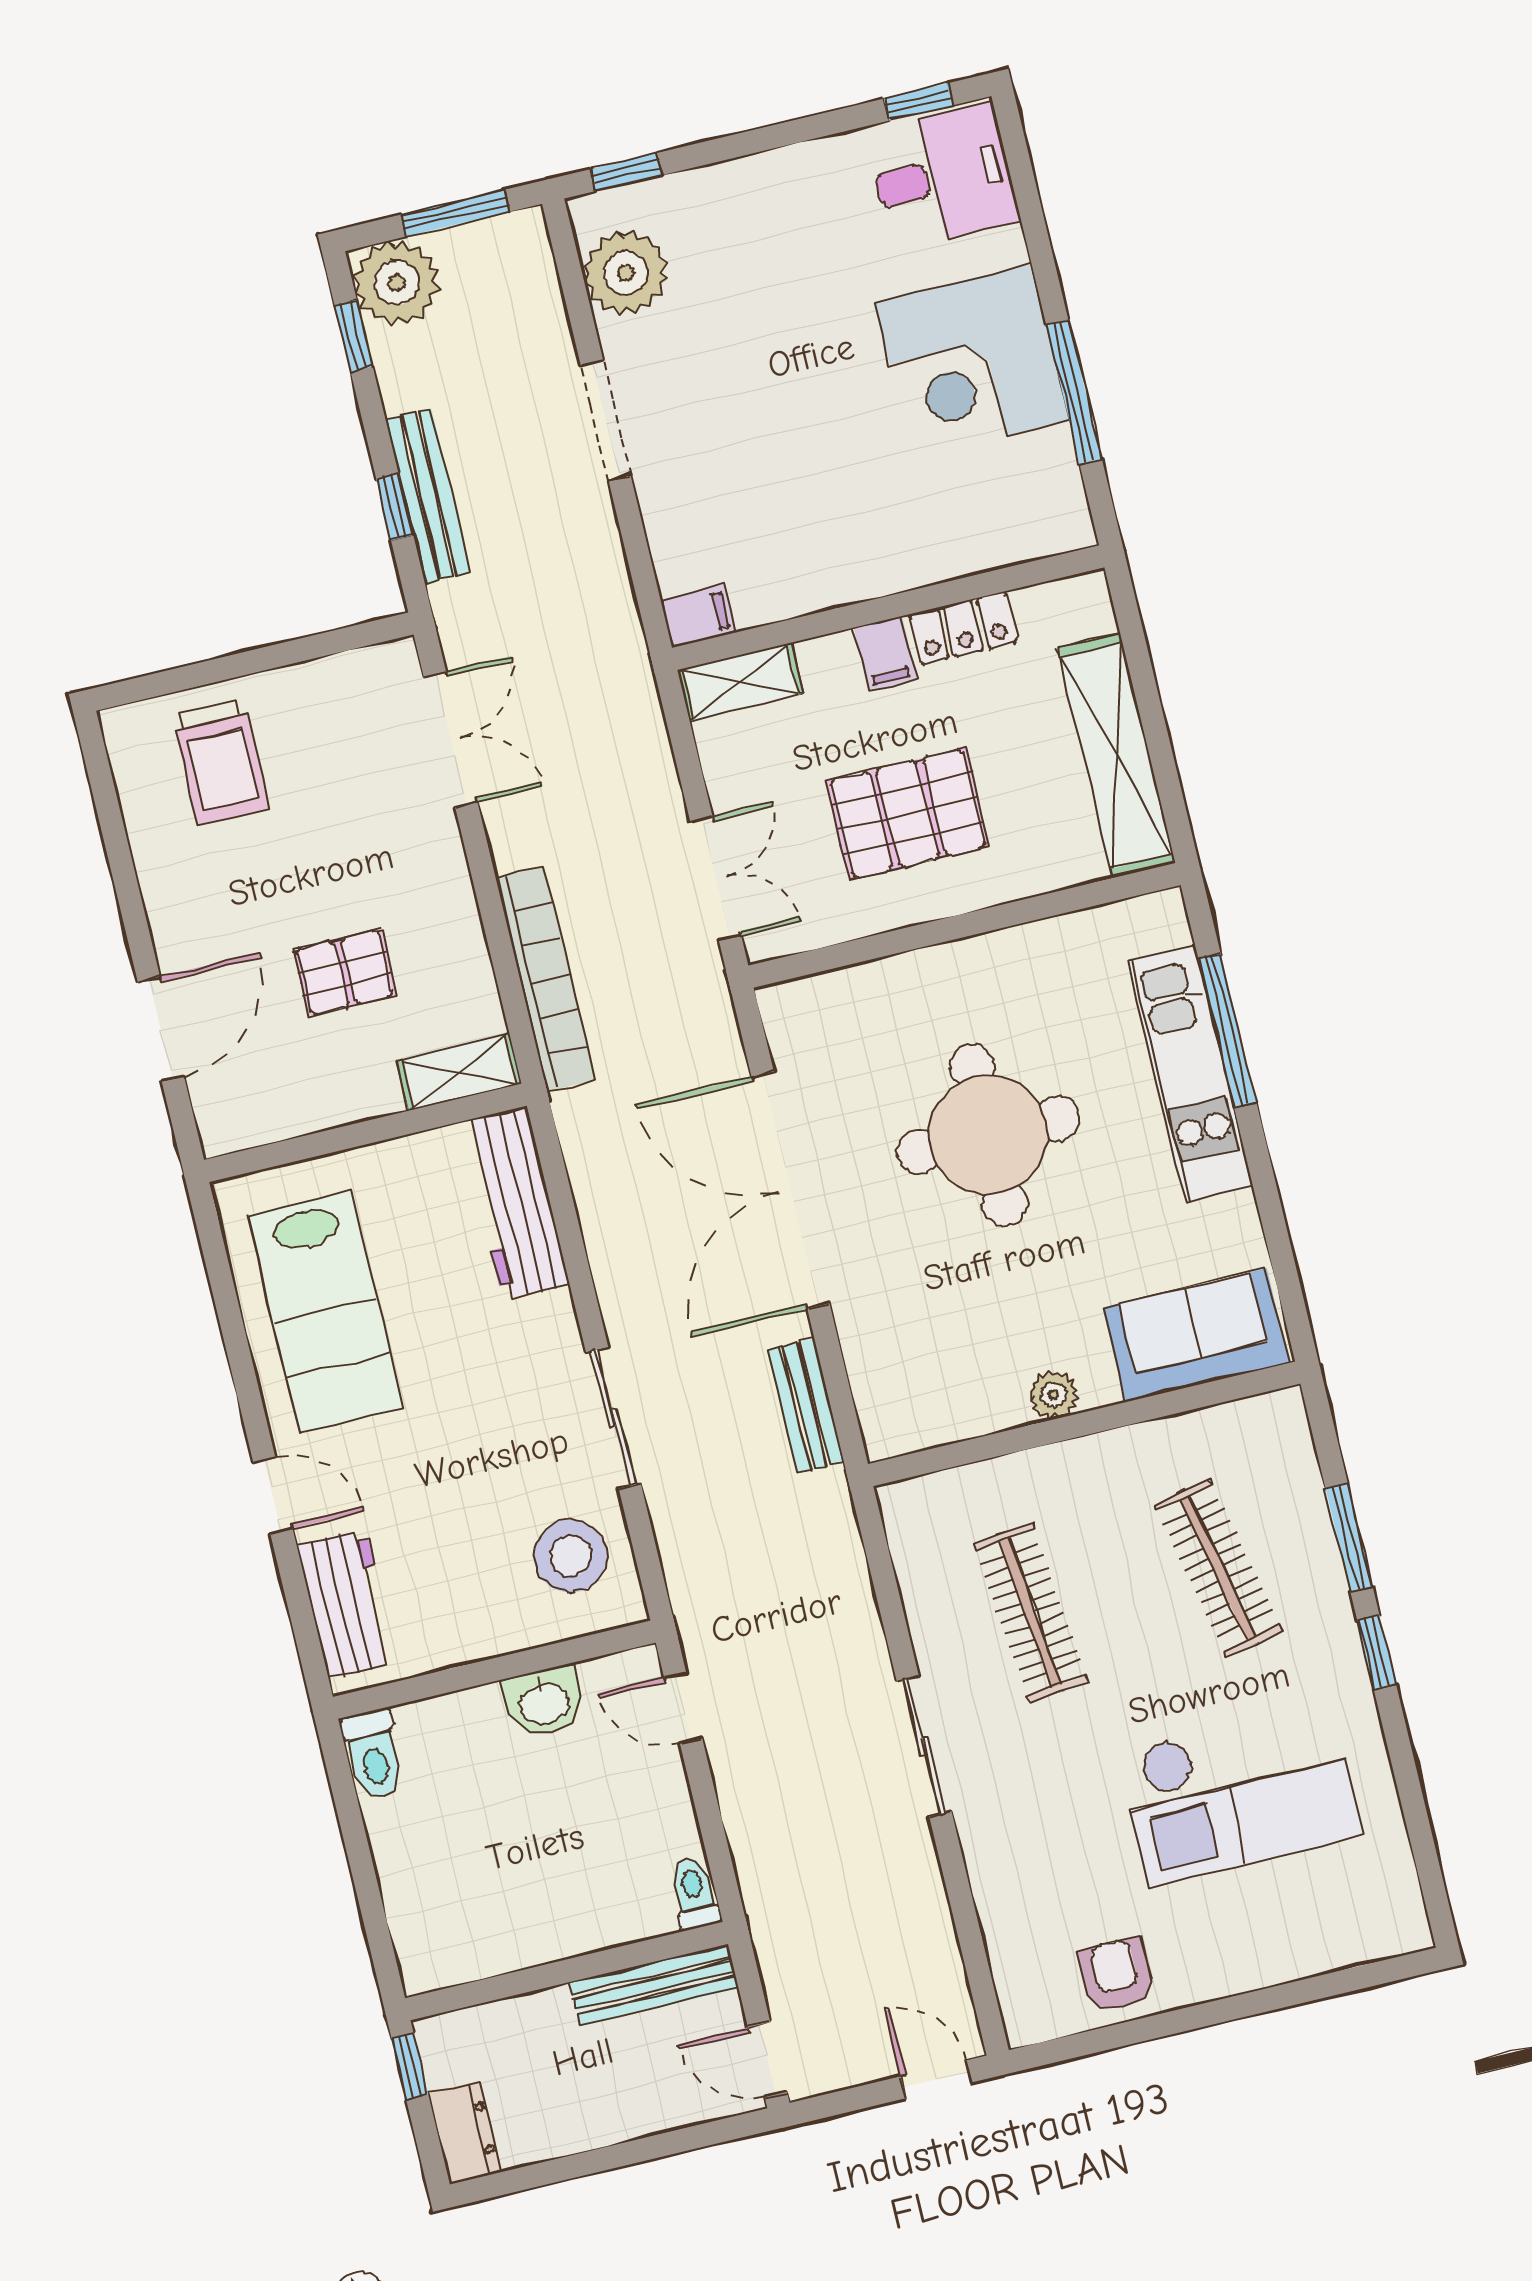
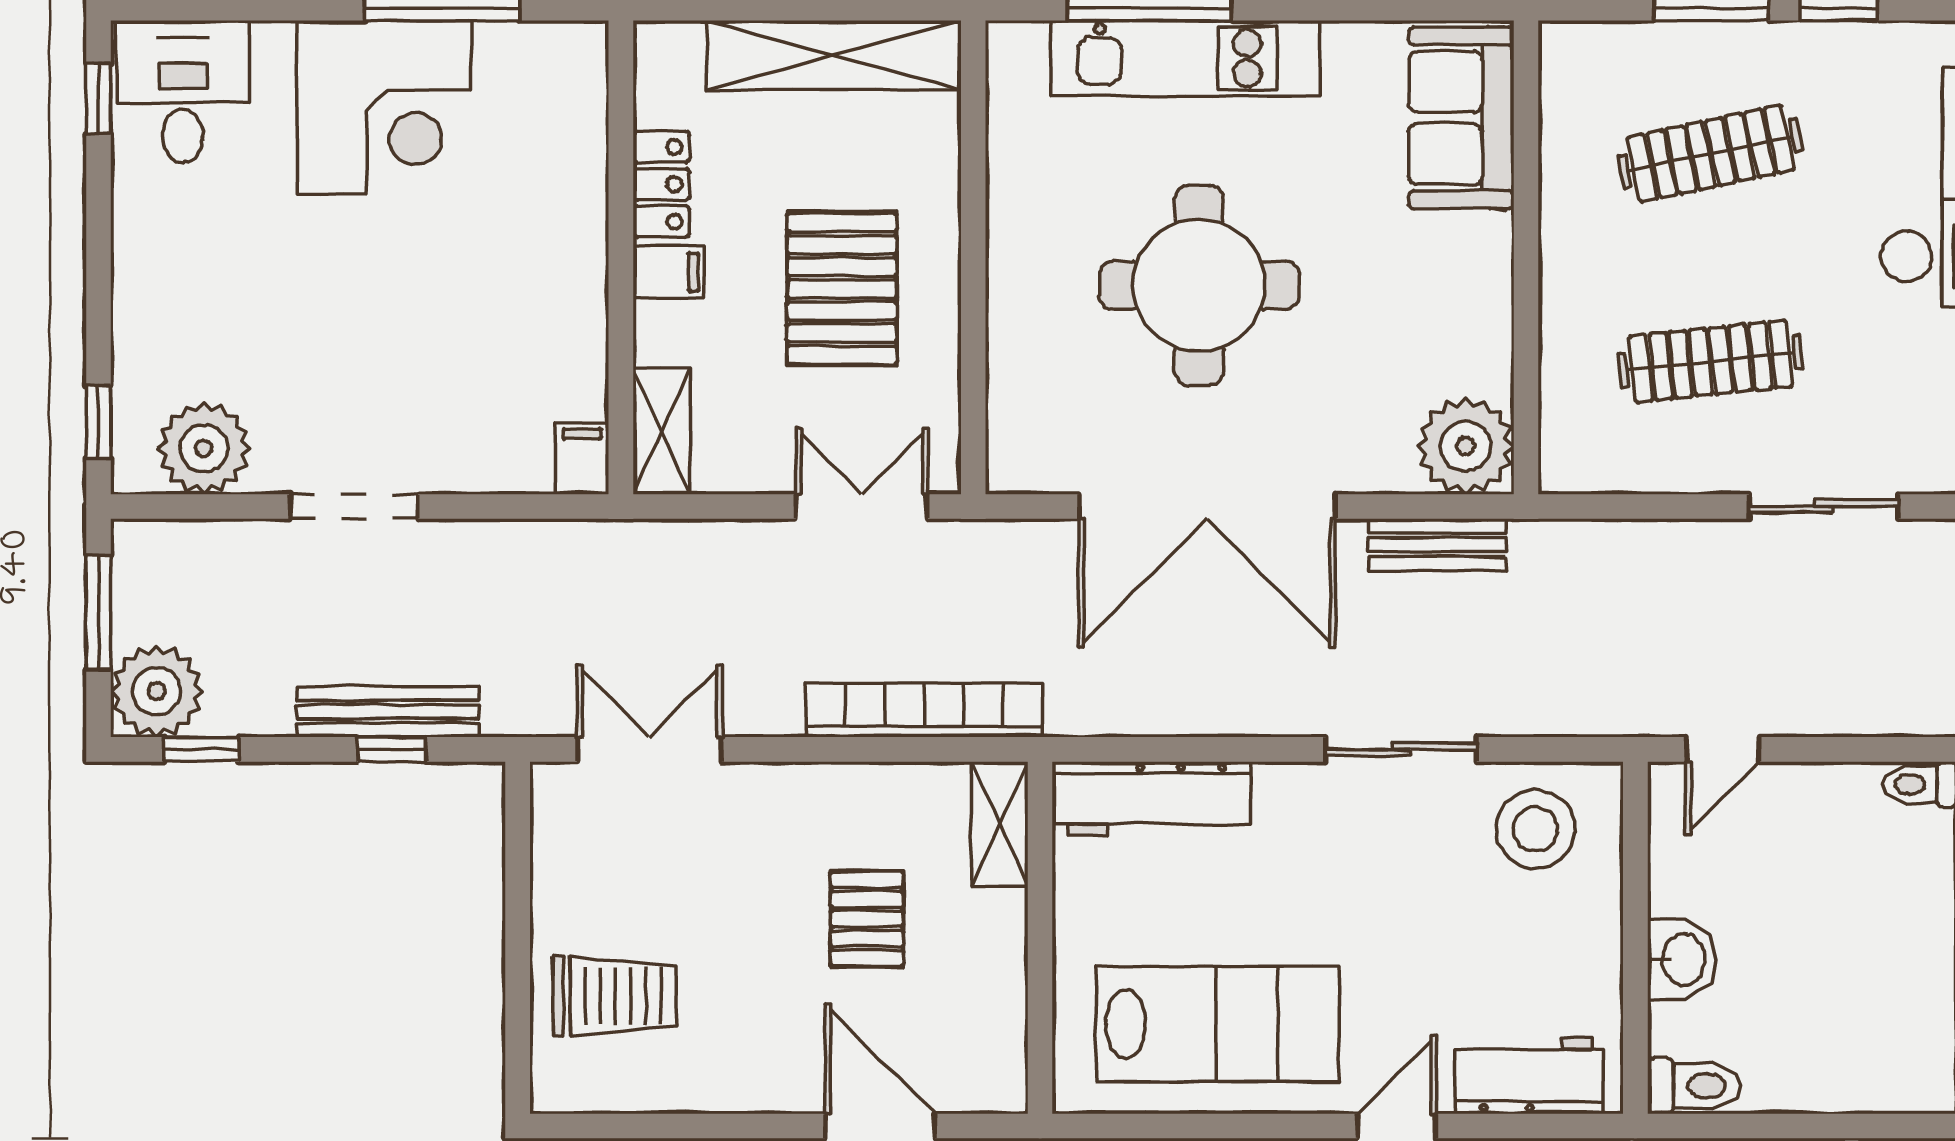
plant: (1054, 1395) -> (1466, 446), moved, width x1.87, depth x1.87
washbasin: (544, 1702) -> (1682, 959), moved

